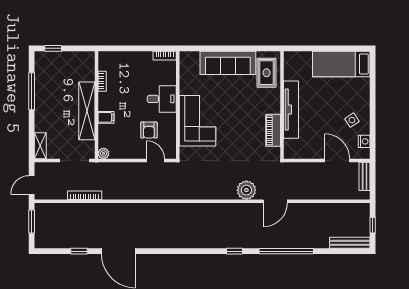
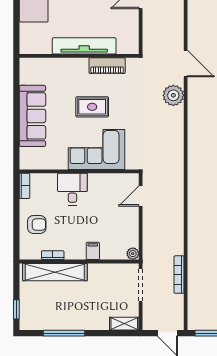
rug: (267, 73) -> (92, 107), moved
shelving: (87, 111) -> (55, 272), moved
armchair: (149, 130) -> (37, 224), moved

